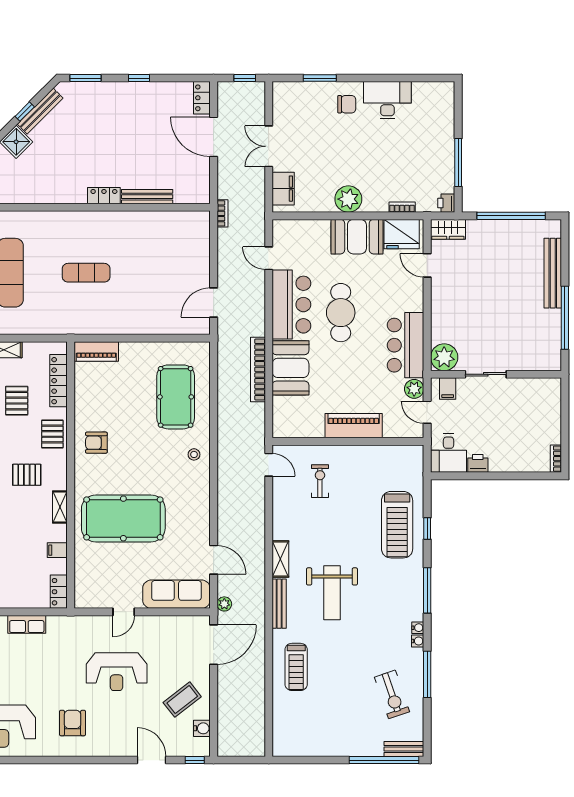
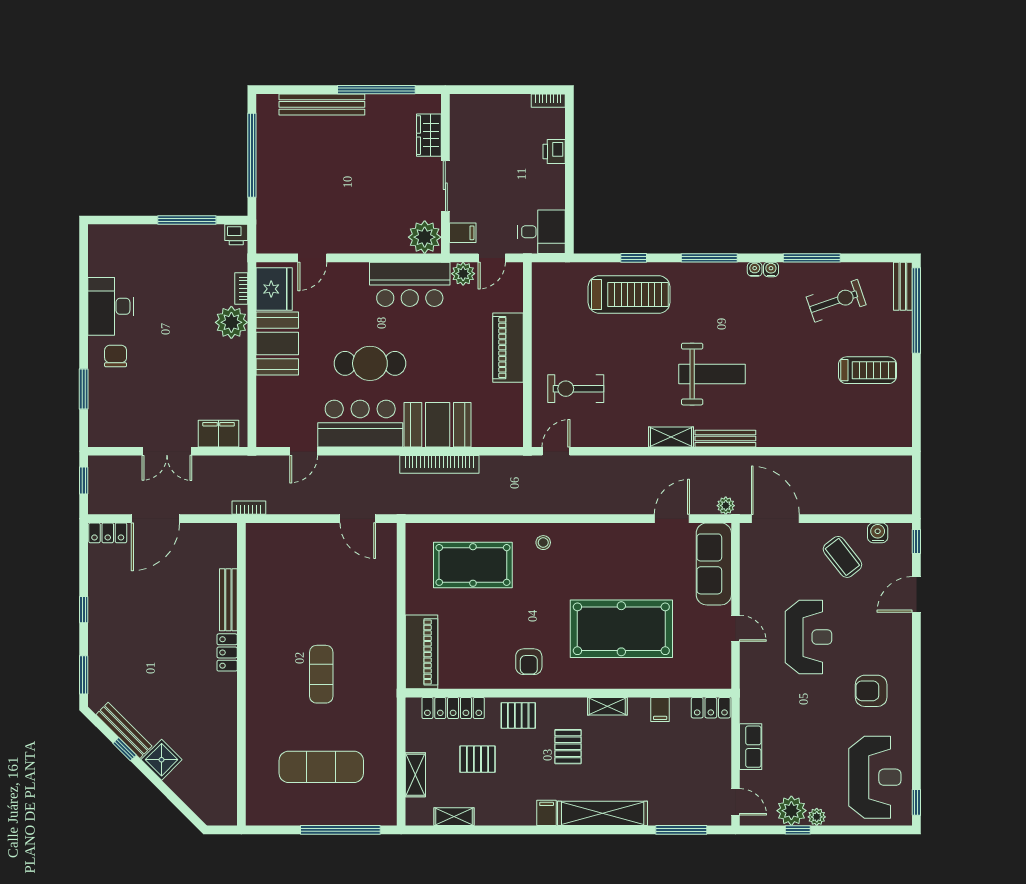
plant: (348, 199) -> (231, 322), moved
wardrobe: (448, 229) -> (429, 135), moved, turned 180
piano: (96, 351) -> (421, 652), width x1.37, depth x1.33
printer: (478, 463) -> (554, 152), moved
exercise bike: (320, 481) -> (576, 389), width x1.38, depth x1.39
pool table: (123, 518) -> (621, 629), turned 90
treadmill: (296, 667) -> (867, 370), moved

